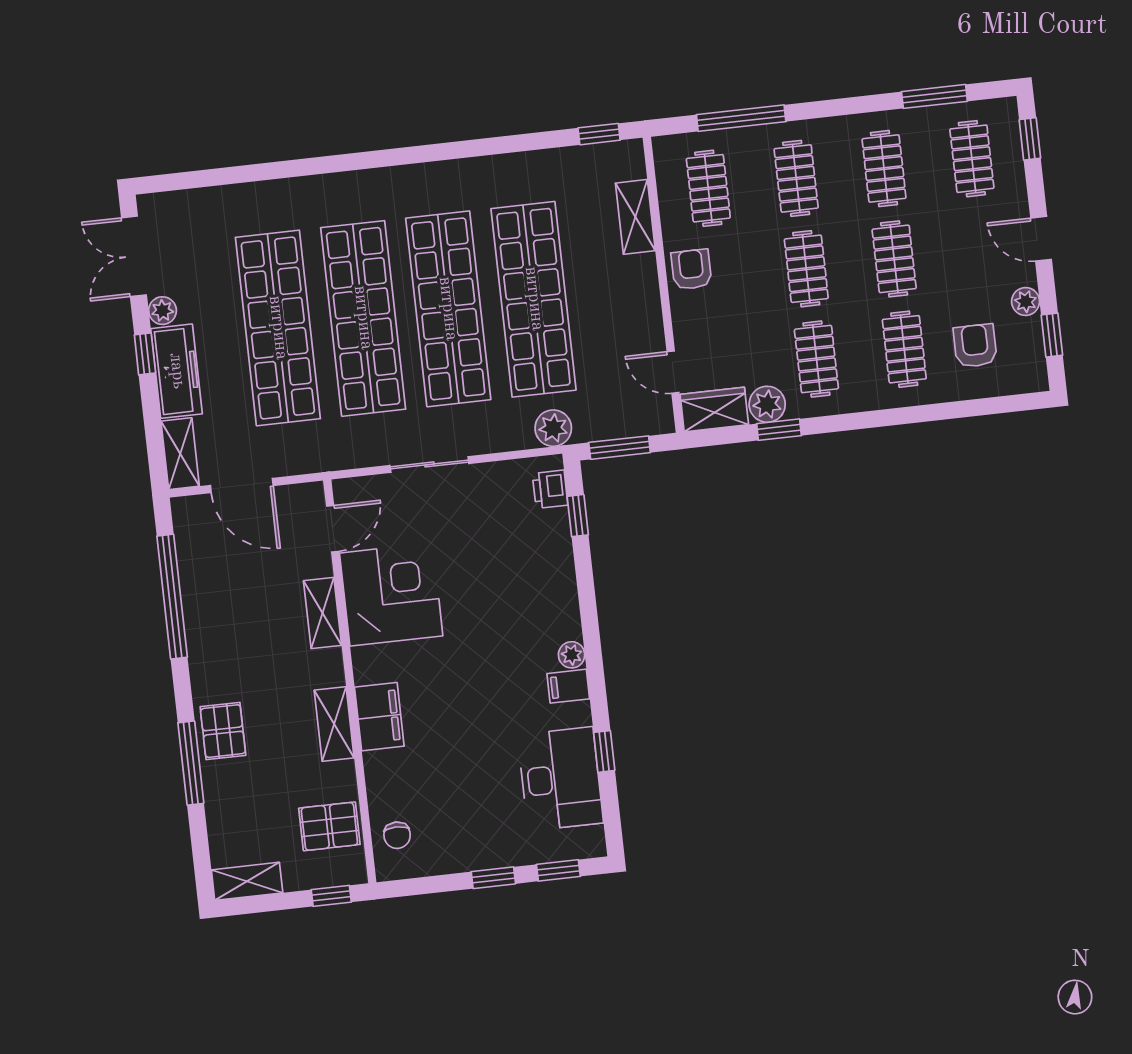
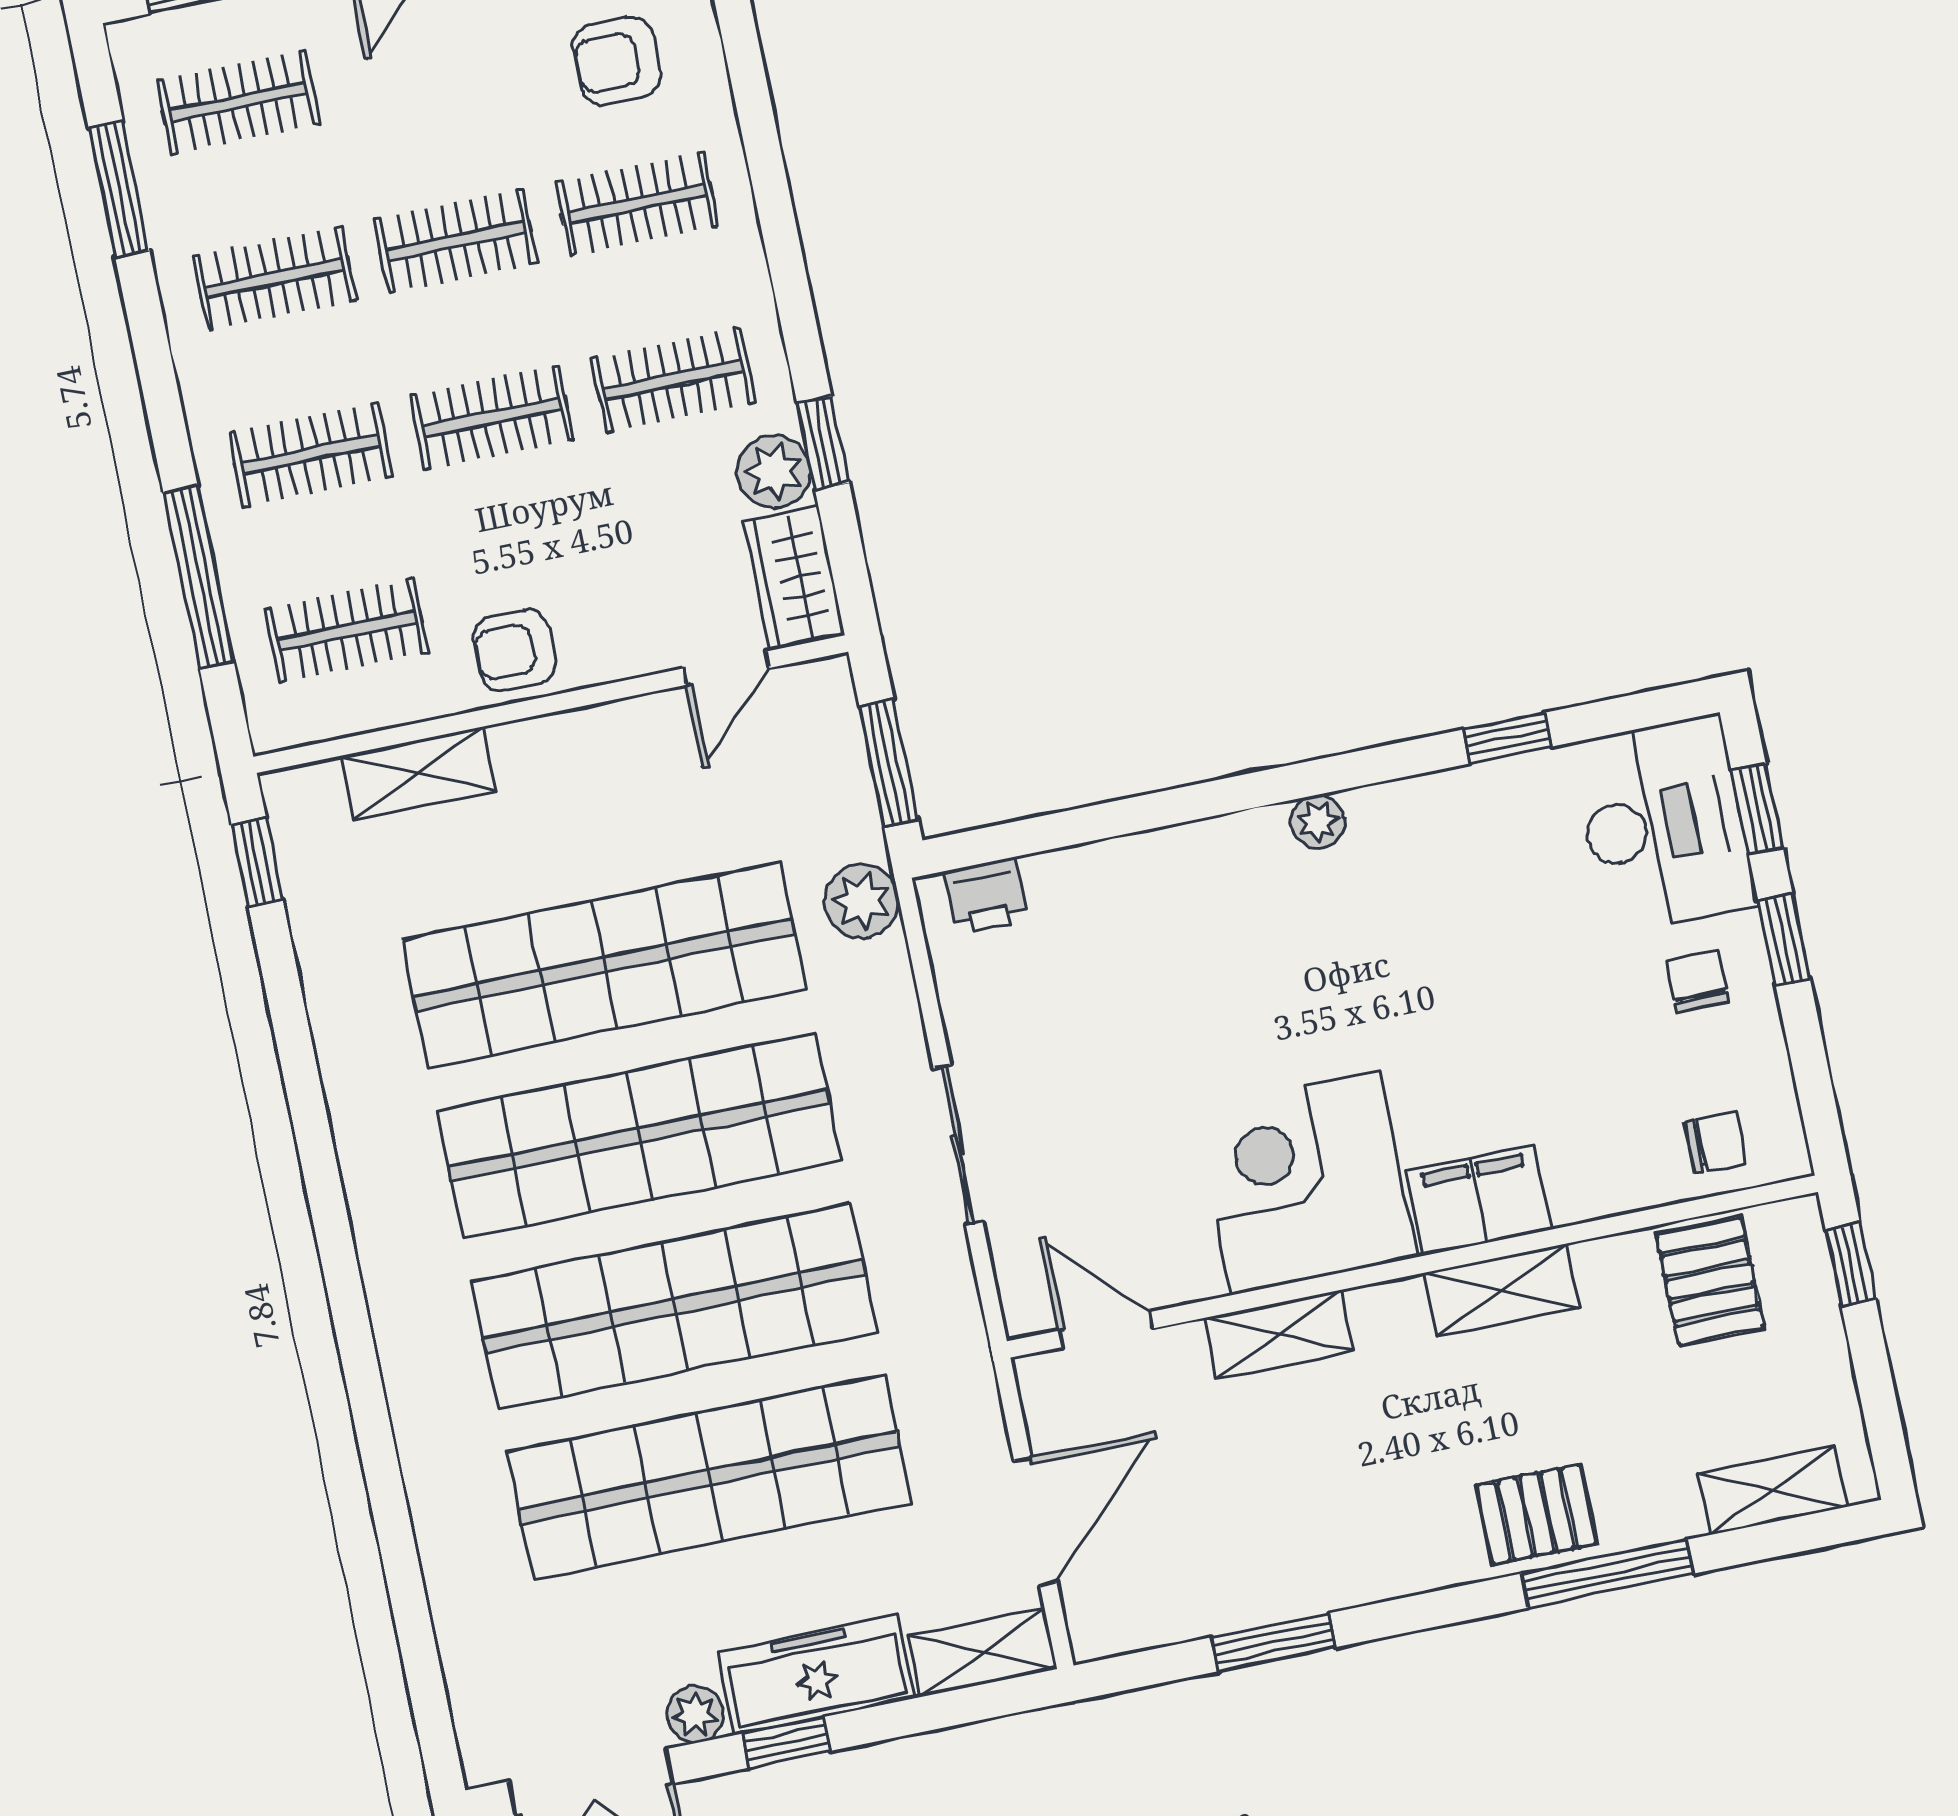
window: (578, 516) -> (1034, 835), removed
corner desk: (391, 594) -> (1305, 1183), moved
window: (172, 597) -> (1273, 1642), width x0.47
filing cabinet: (568, 686) -> (1382, 823), removed
desk: (560, 779) -> (1664, 824), moved, turned 90
chair: (477, 833) -> (1697, 981), added
shelving: (247, 881) -> (1772, 1490), moved, turned 90

